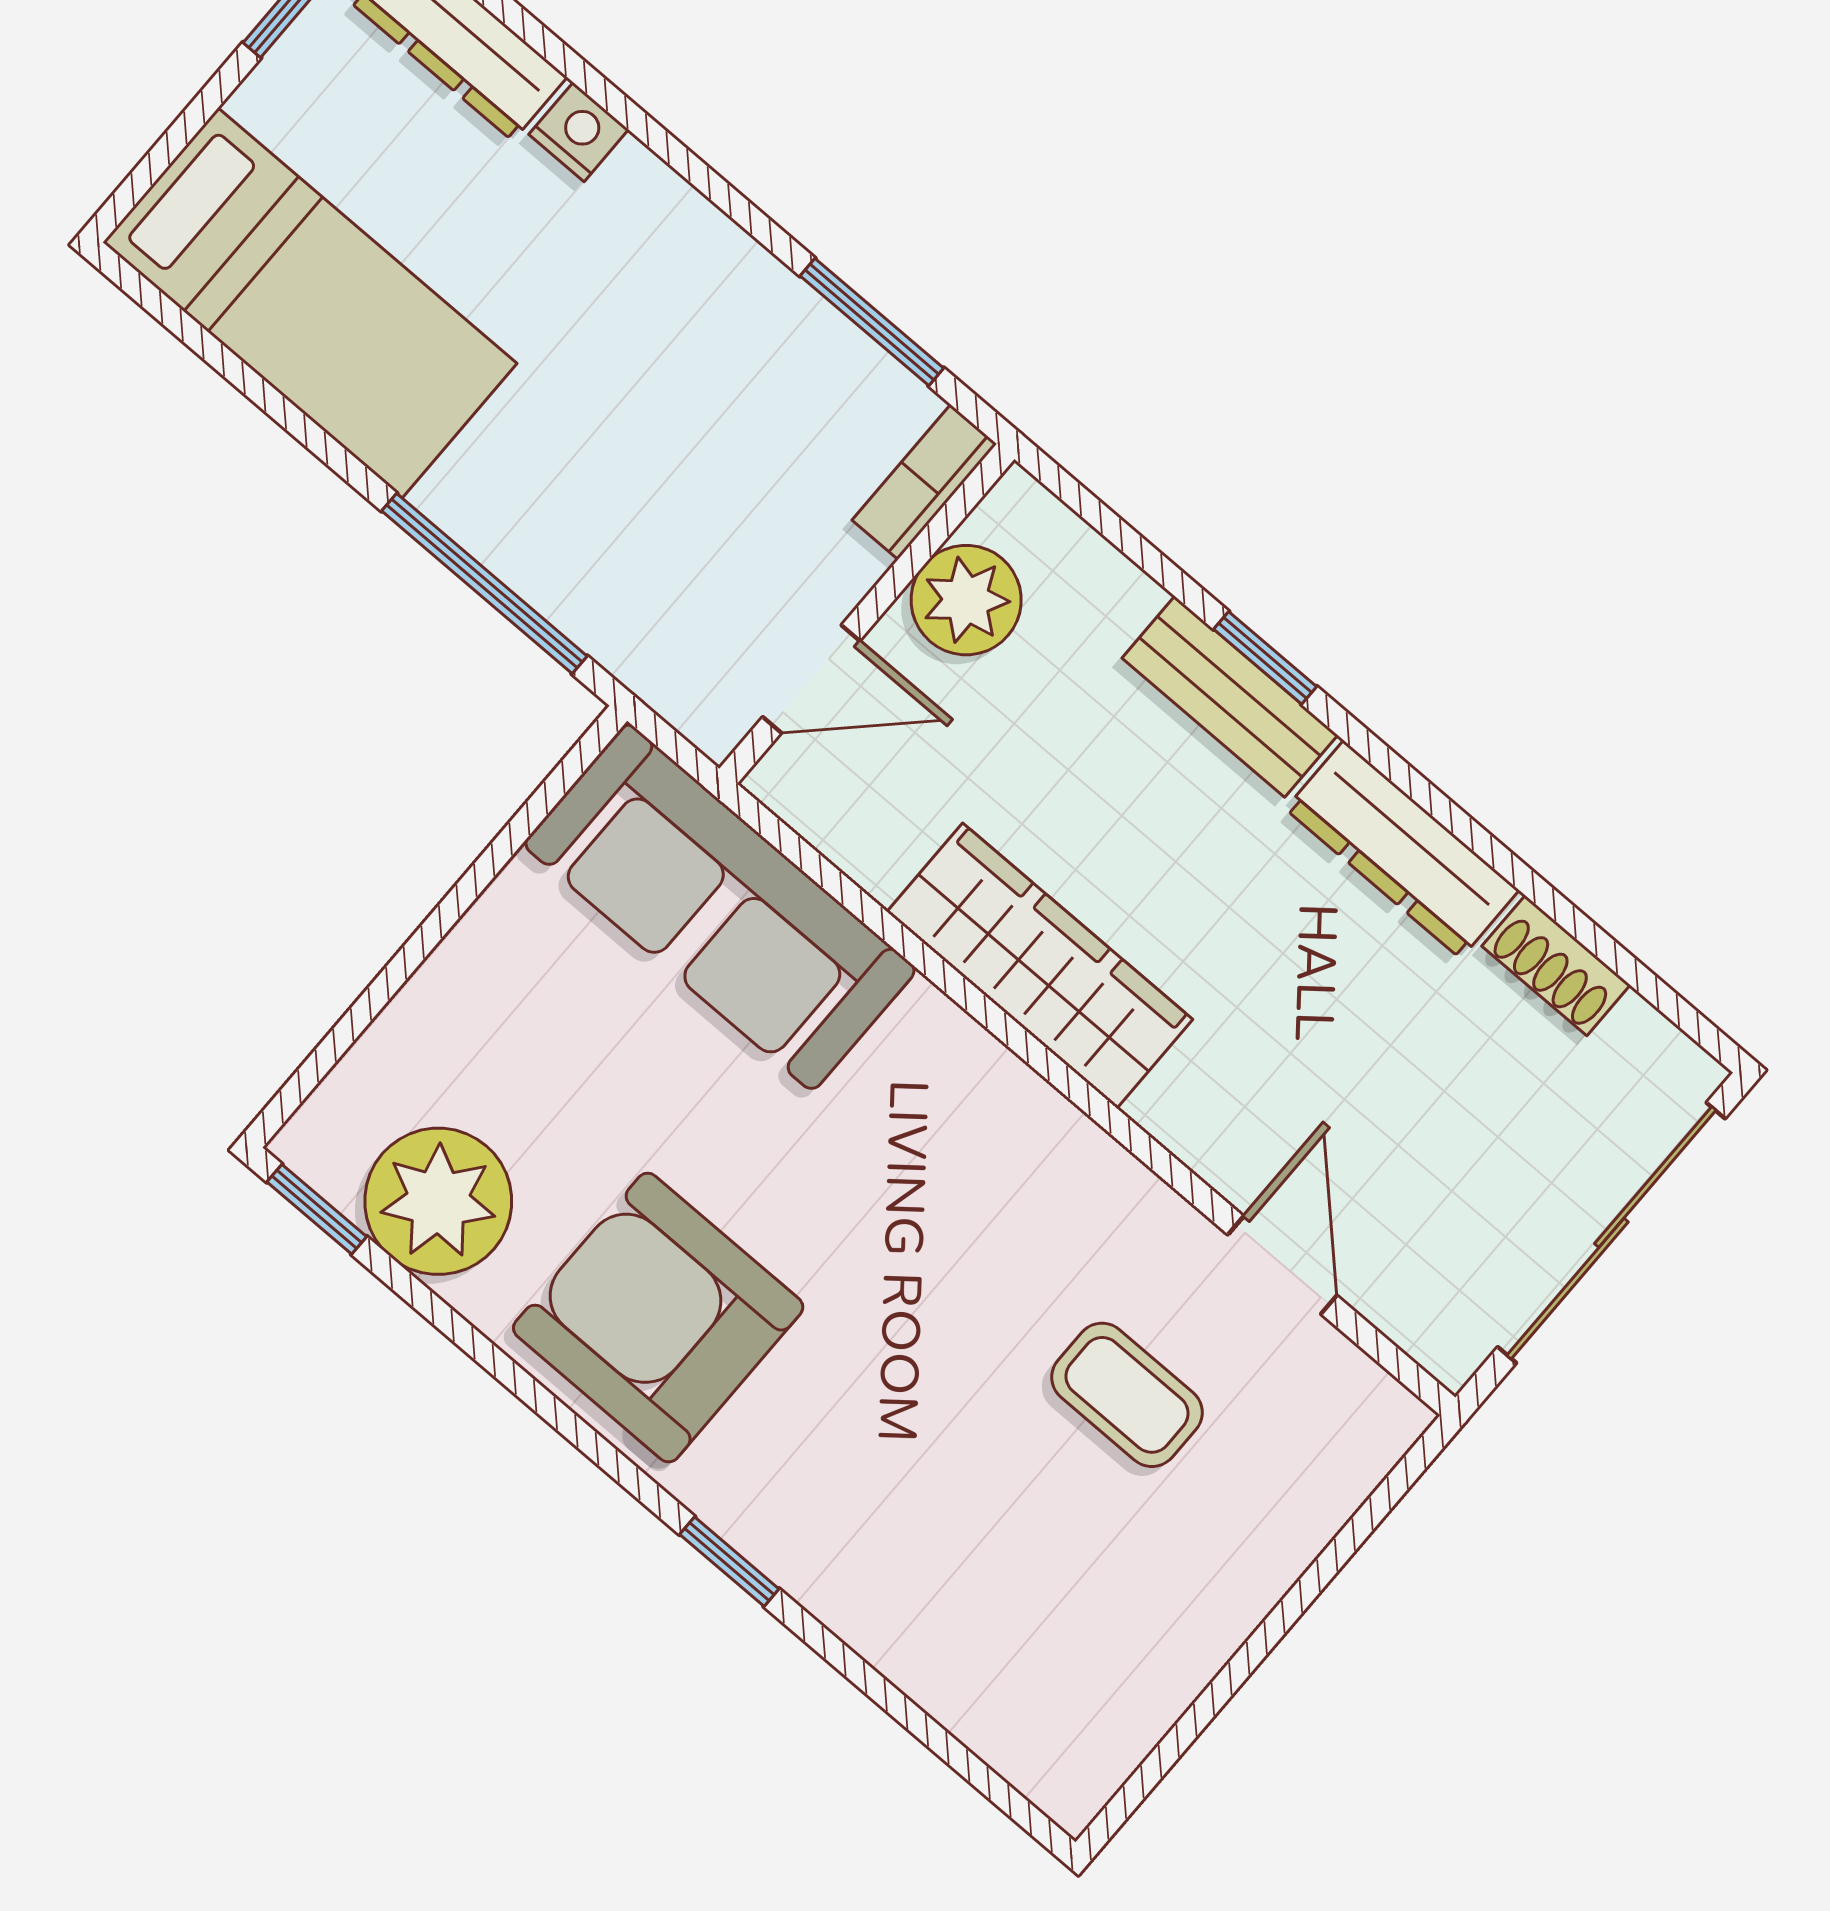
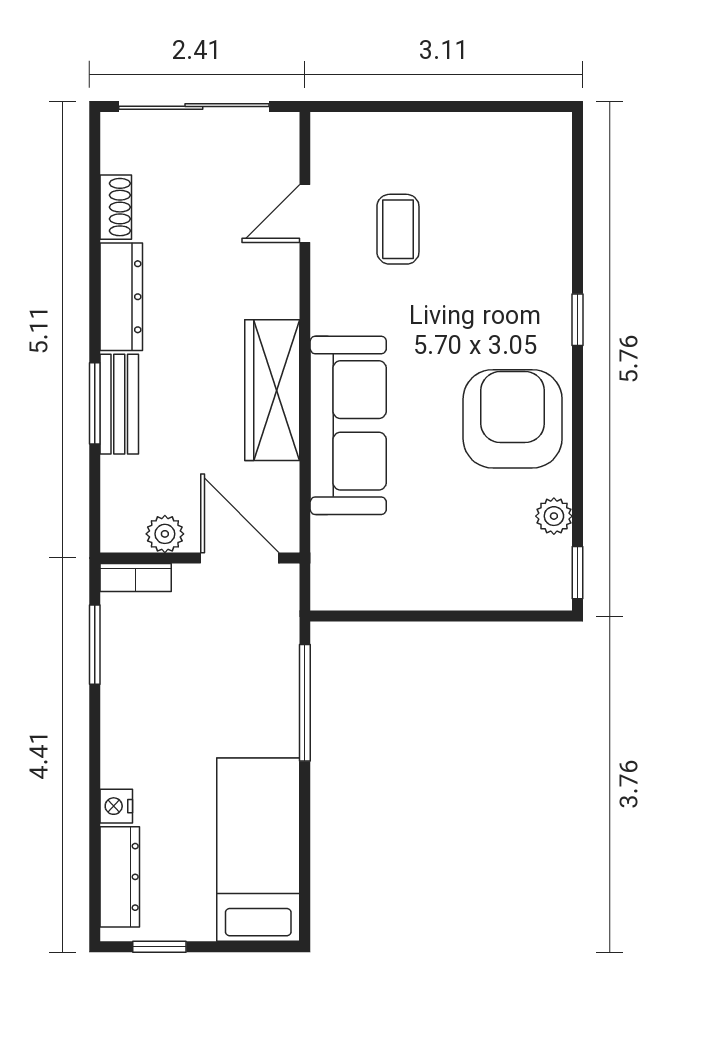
plant: (966, 600) -> (165, 534), width x0.73, depth x0.73
window: (1265, 658) -> (95, 403), width x1.50
door: (811, 679) -> (240, 558), width x1.38
sofa: (720, 907) -> (348, 425), moved
plant: (438, 1201) -> (554, 516), width x0.53, depth x0.53
armchair: (658, 1318) -> (513, 419), turned 180

